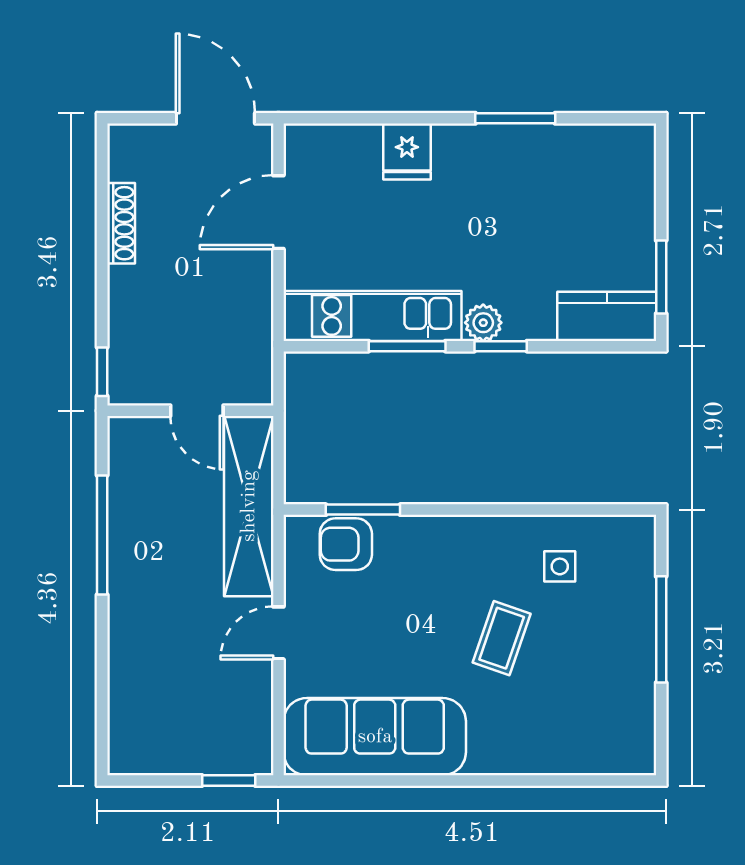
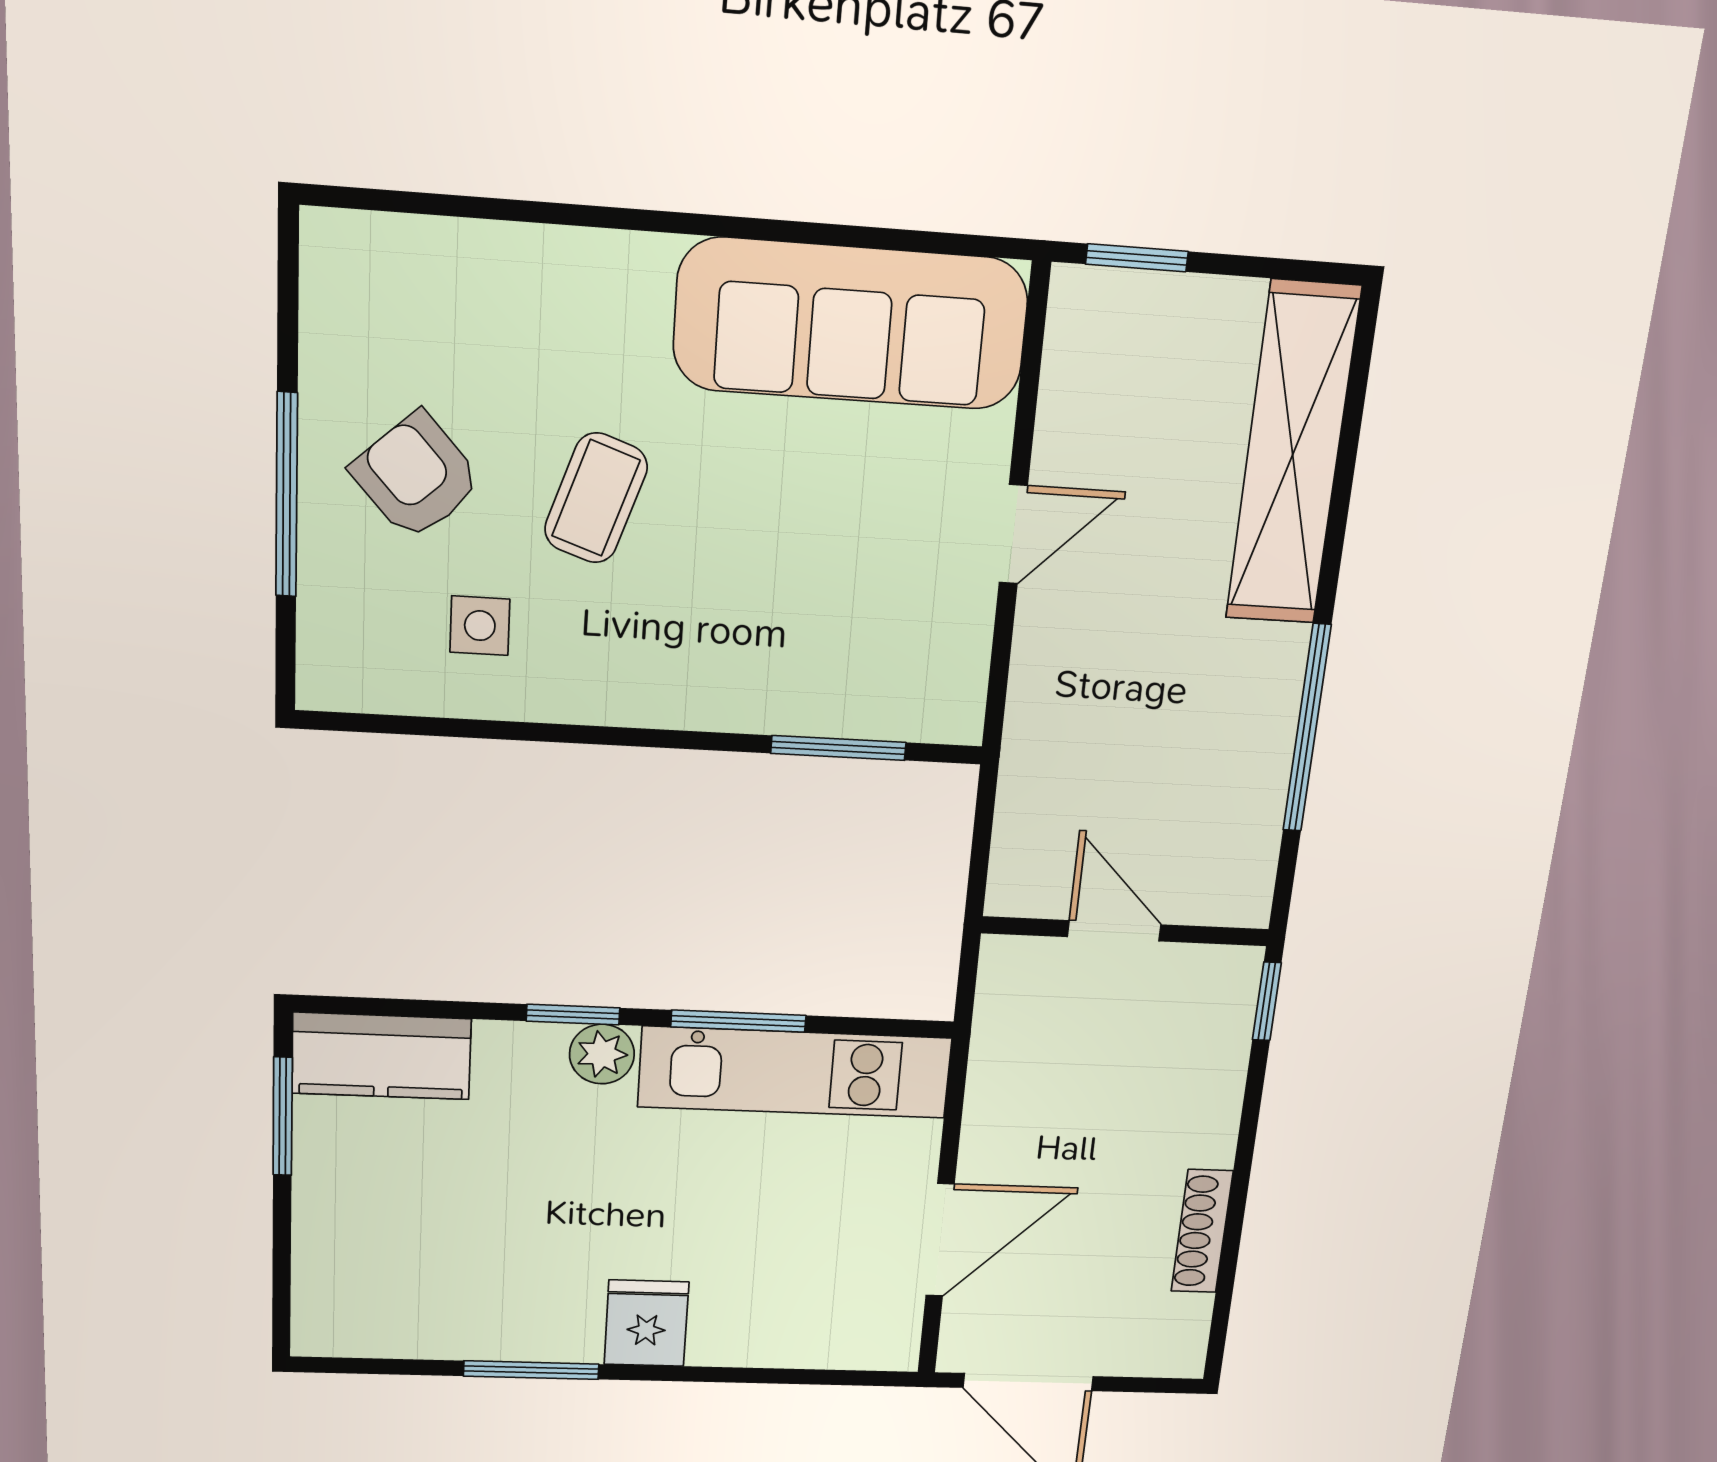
fridge: (407, 152) -> (646, 1323), moved
shelving: (249, 506) -> (1293, 455), moved
armchair: (346, 544) -> (416, 476), moved, turned -132

